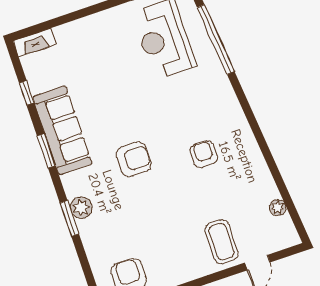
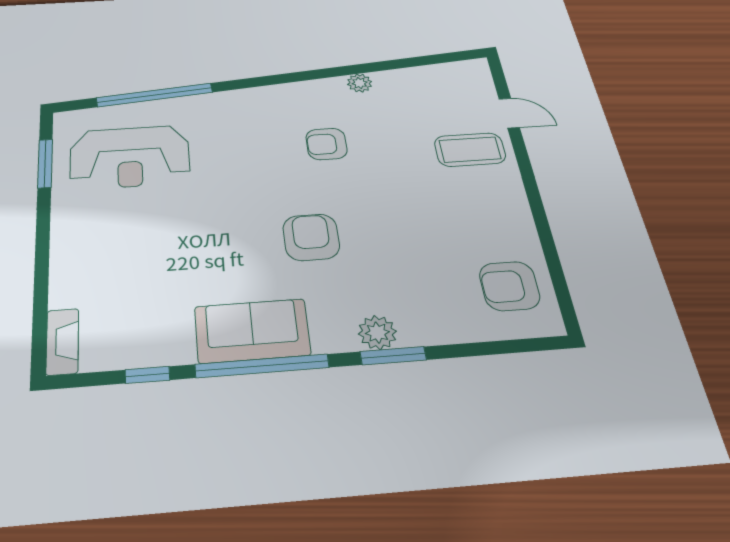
sofa: (62, 130) -> (252, 331), width x0.73
window: (46, 151) -> (262, 366), width x2.11
plant: (278, 208) -> (360, 83), moved

